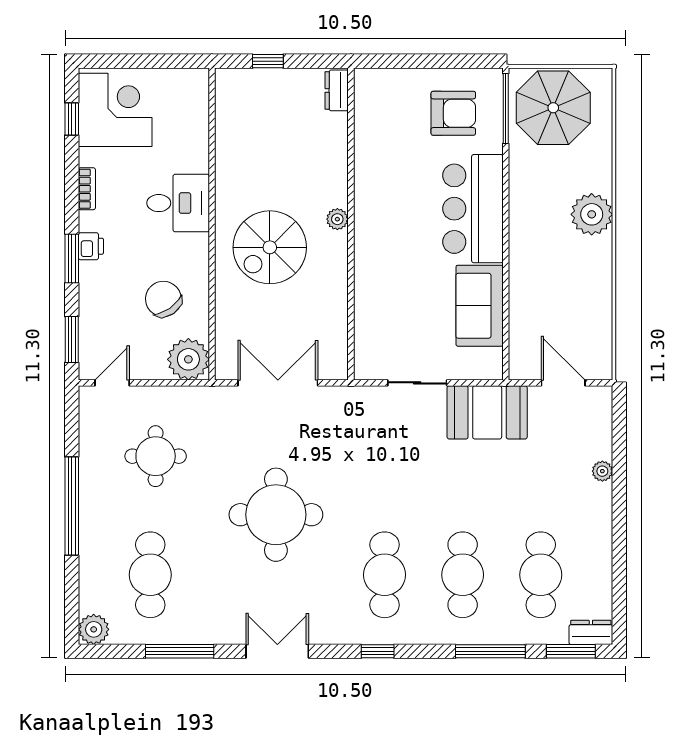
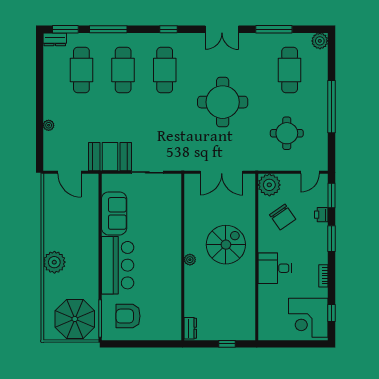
printer: (91, 246) -> (321, 215), moved

